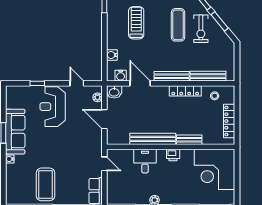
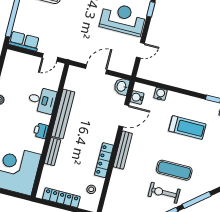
bench: (208, 76) -> (113, 188), removed
plant: (98, 97) -> (120, 68), removed

